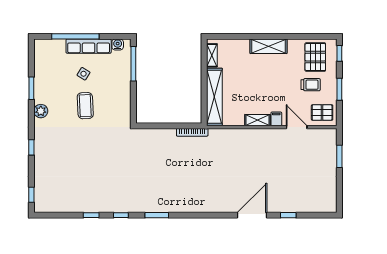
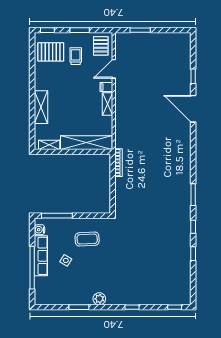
shelving: (269, 46) -> (41, 107), moved
coffee table: (85, 106) -> (87, 239), moved

